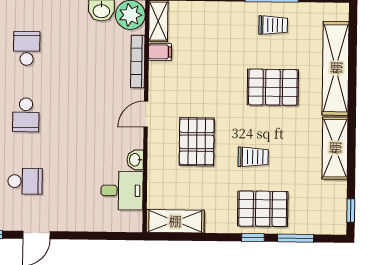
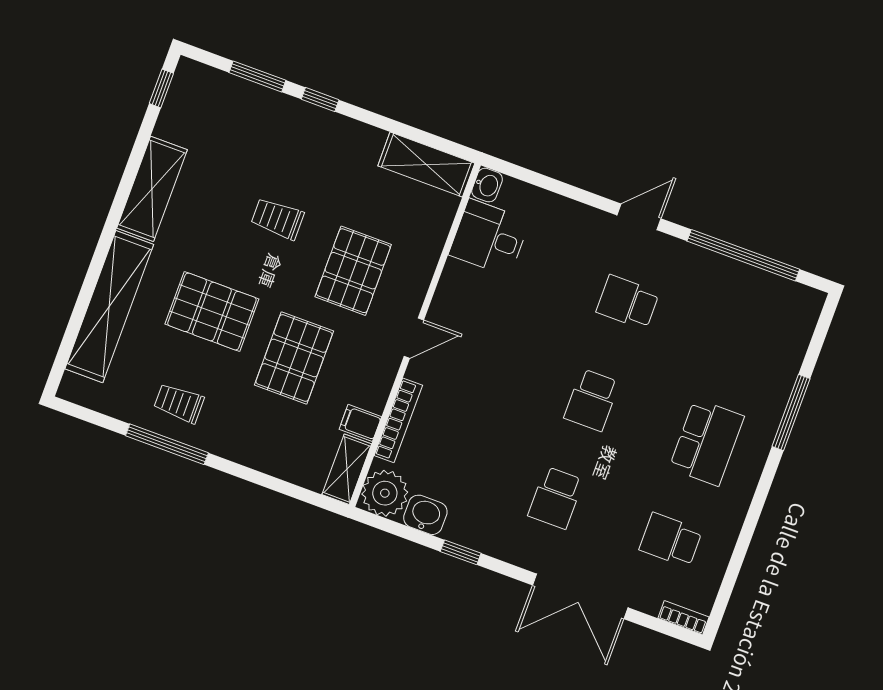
school desk: (26, 115) -> (592, 400), turned 180
washbasin: (135, 160) -> (487, 185), moved
pallet: (263, 209) -> (294, 358), moved, turned 90

